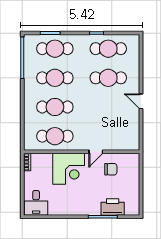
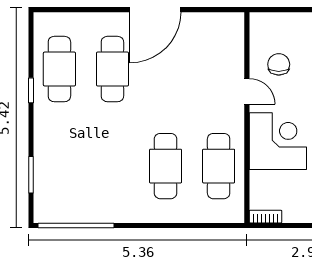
cafe table: (55, 49) -> (59, 166), removed
cafe table: (55, 78) -> (112, 166), removed
door: (141, 101) -> (155, 10), width x1.87

